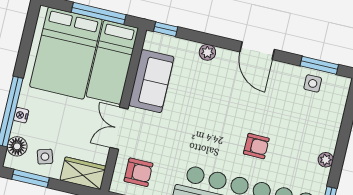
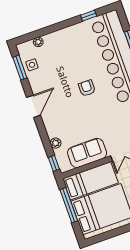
plant: (207, 52) -> (56, 143), moved
armchair: (256, 146) -> (87, 88), moved
plant: (326, 160) -> (38, 42), moved

